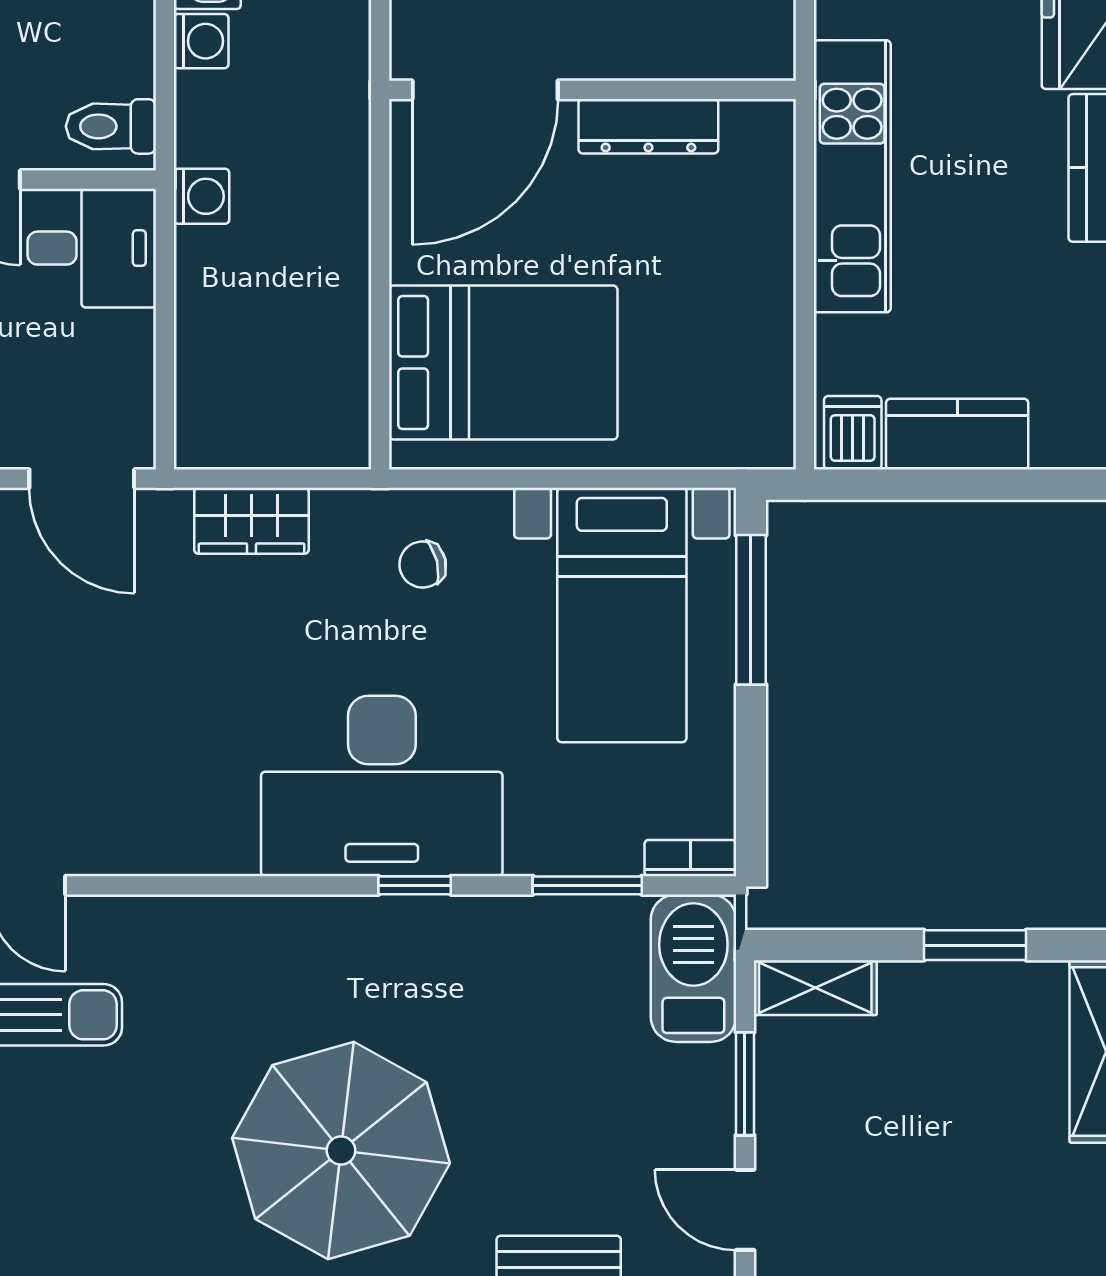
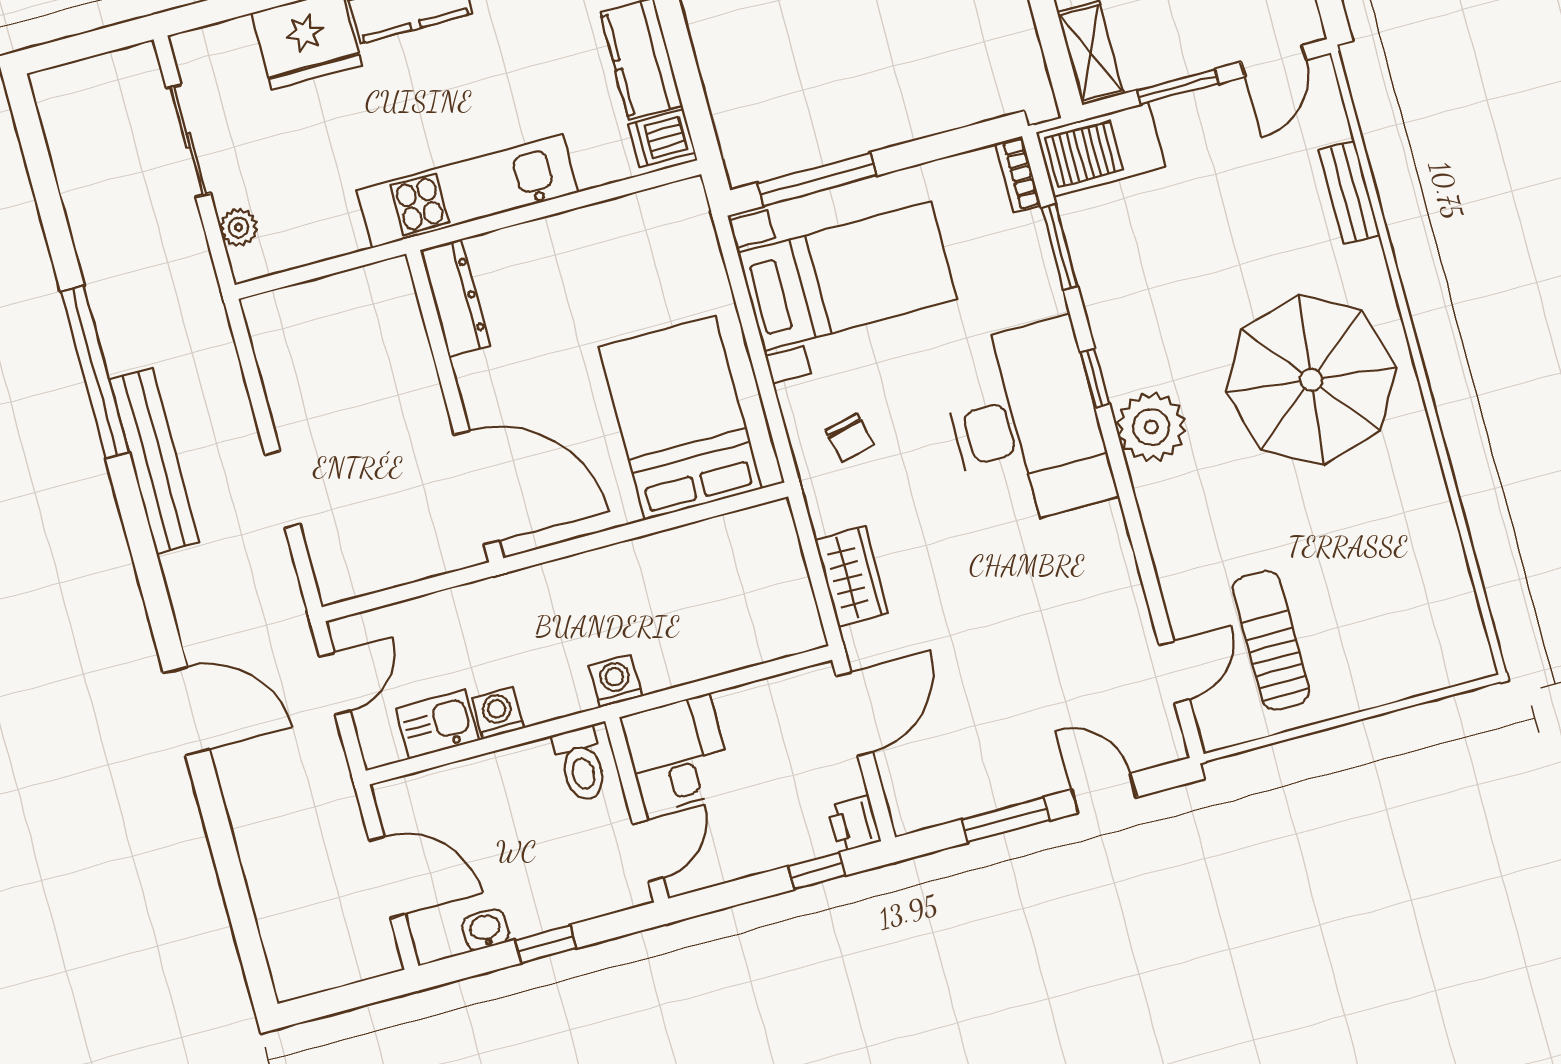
dresser: (648, 126) -> (455, 299), moved
plant: (336, 938) -> (1151, 427), added

